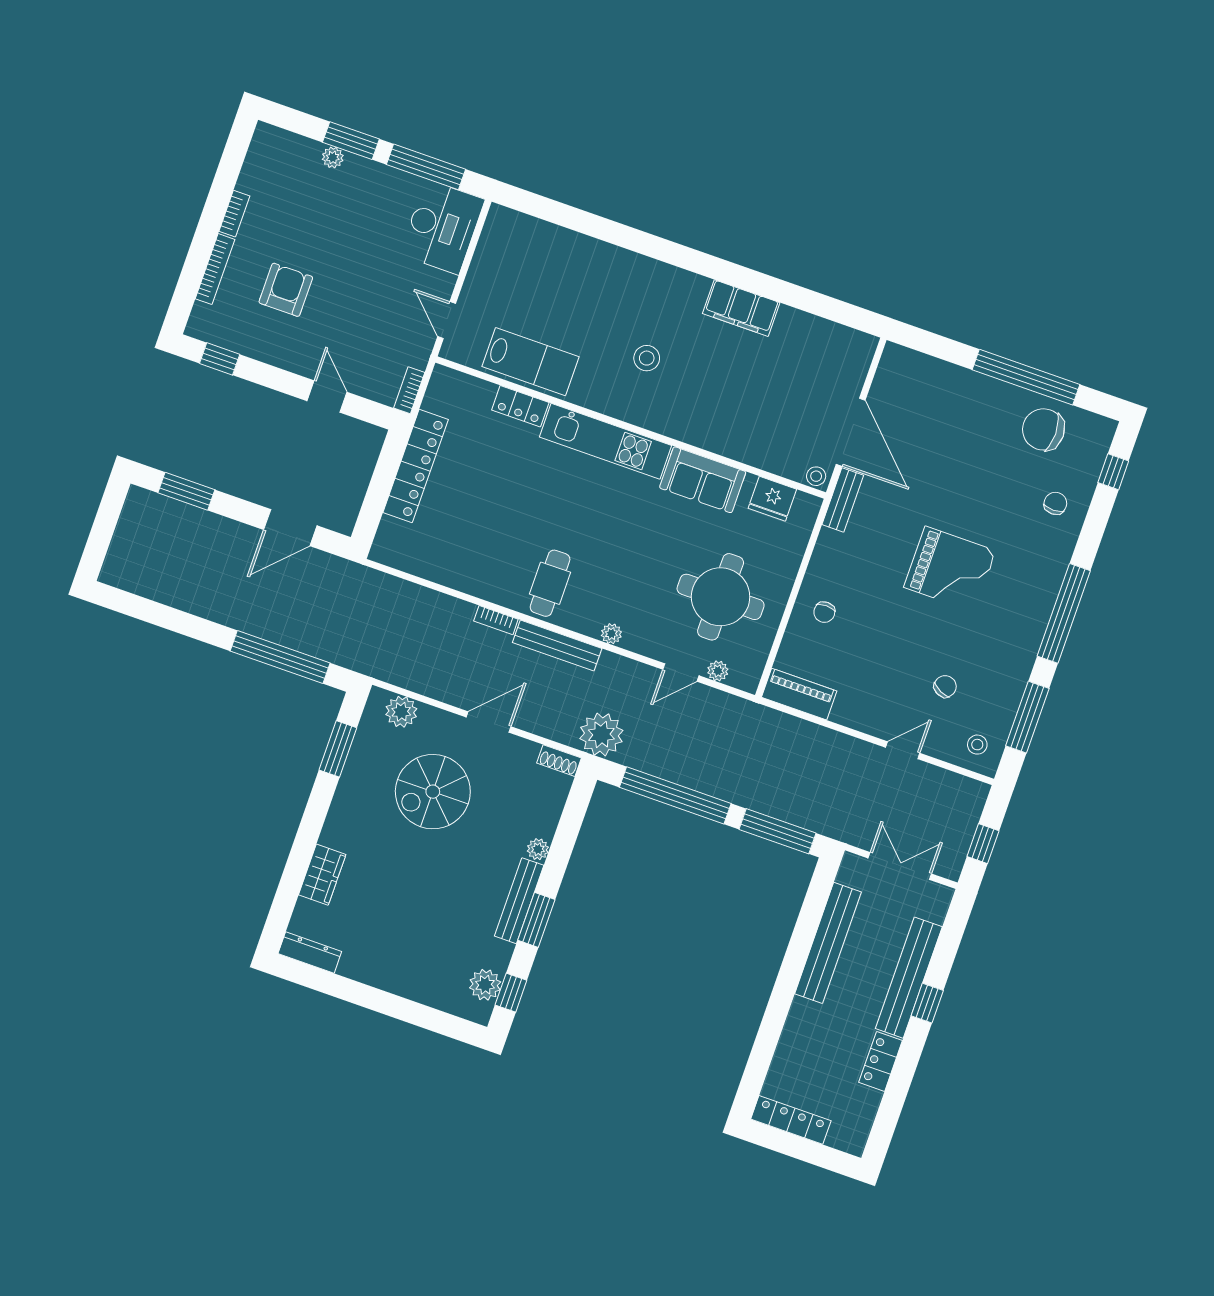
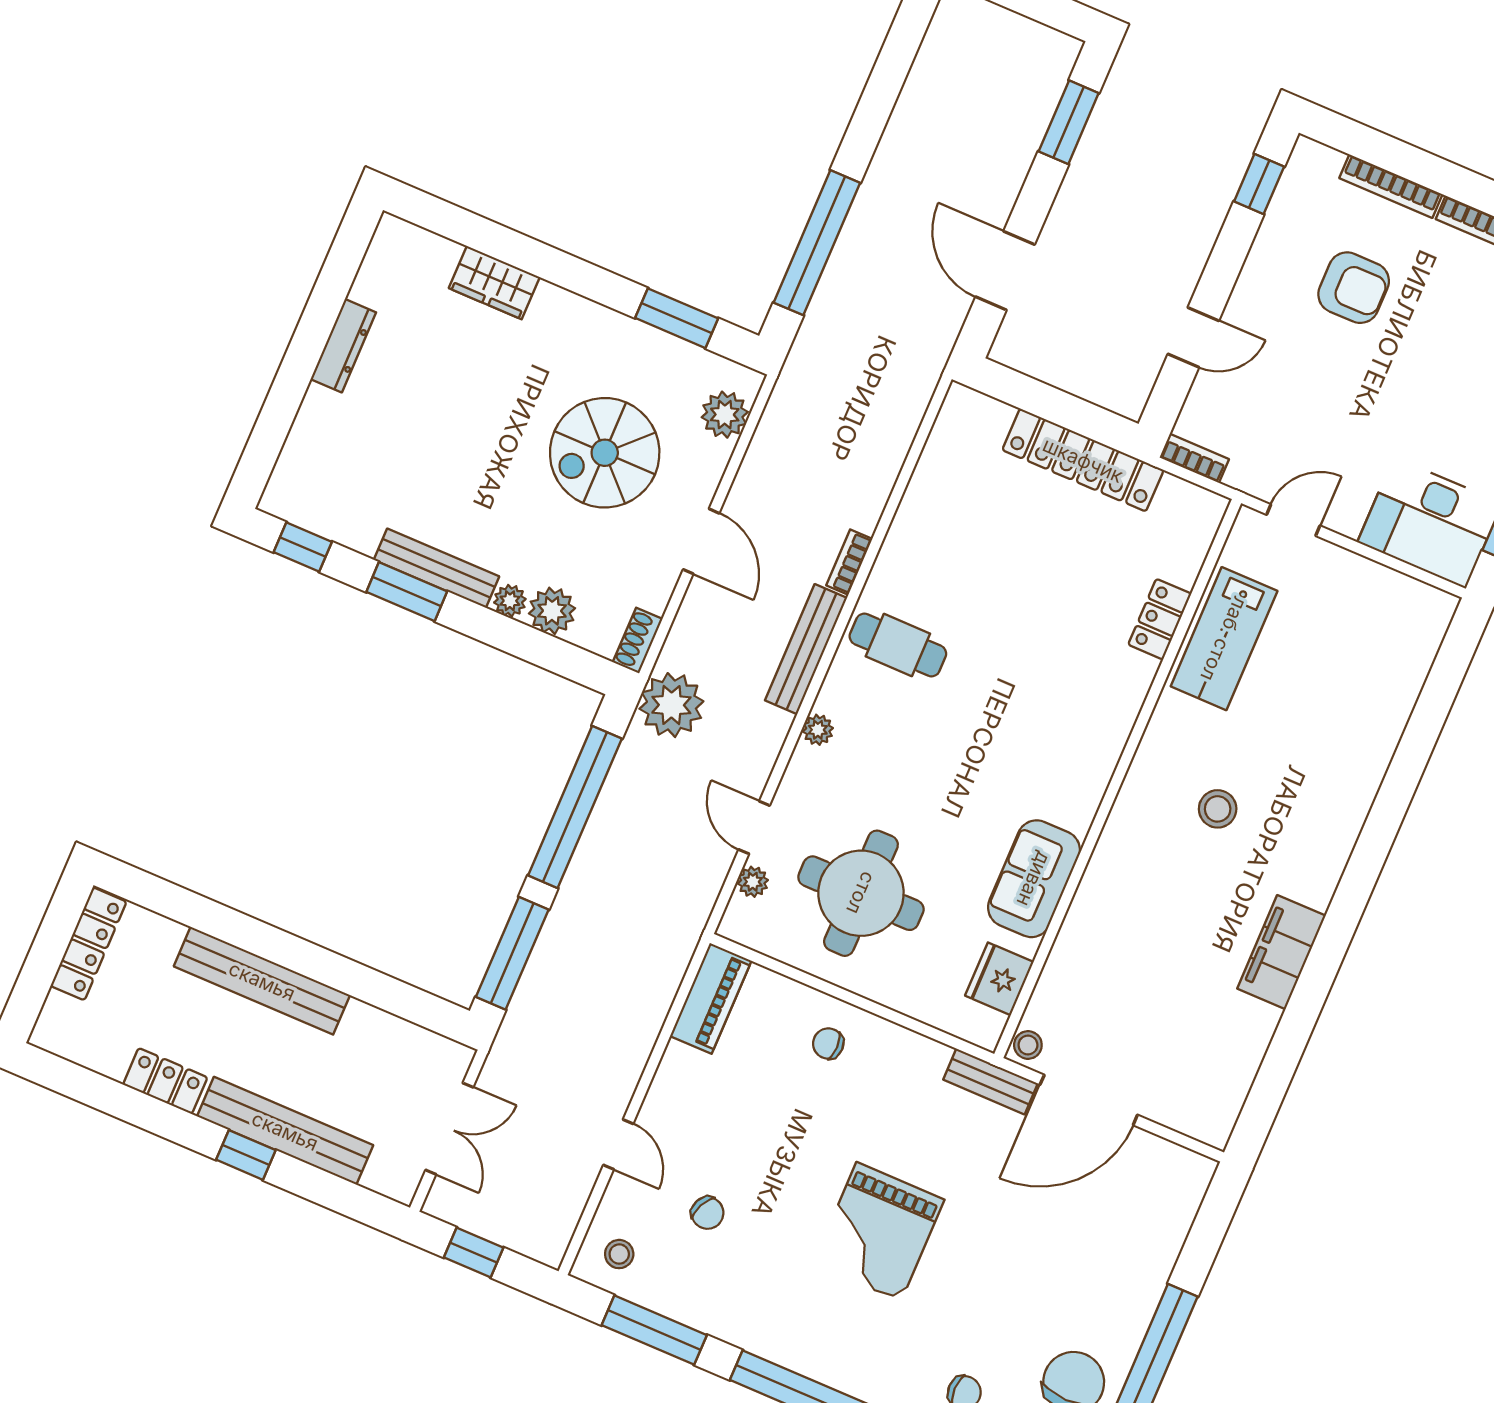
kitchen unit: (605, 441) -> (1100, 740), removed
spiral stairs: (433, 792) -> (605, 453), turned -90
bench: (828, 943) -> (262, 981), moved
dresser: (310, 953) -> (343, 346), moved
plant: (485, 985) -> (552, 611), moved

